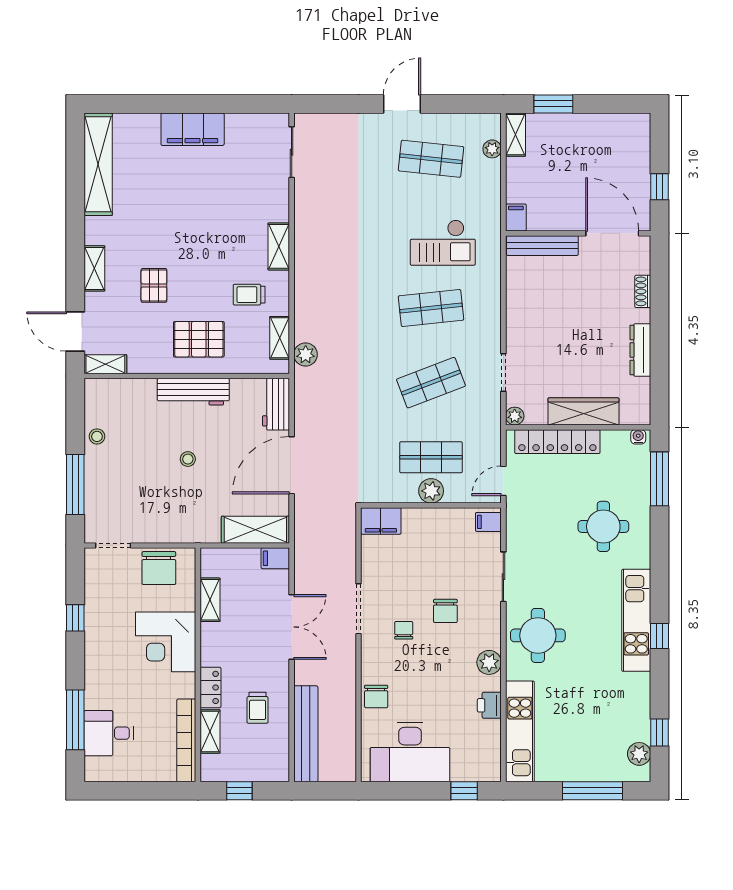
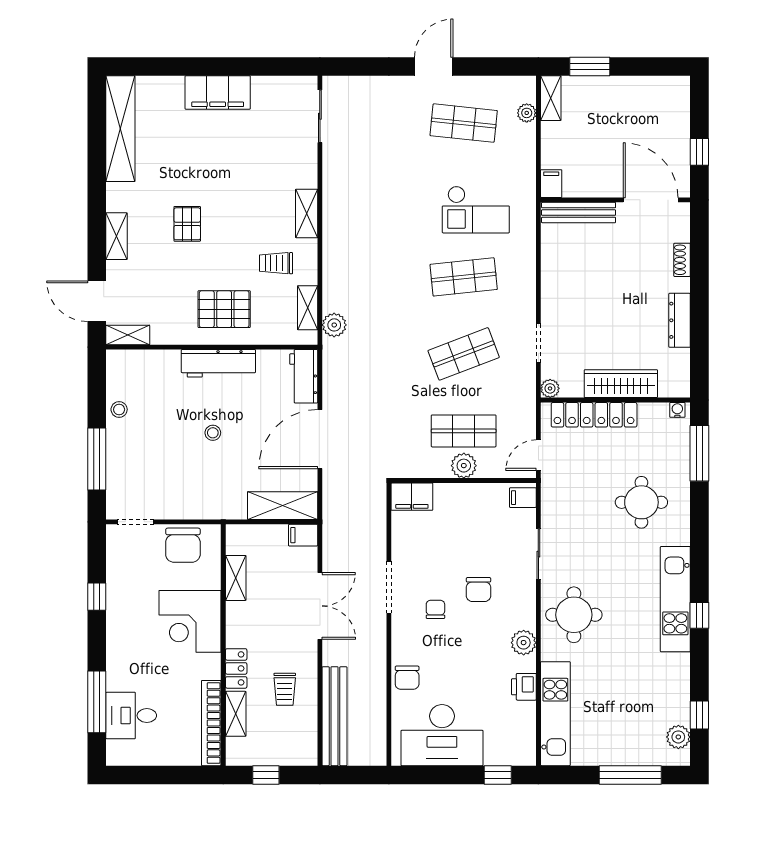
pallet: (154, 285) -> (187, 224), moved

